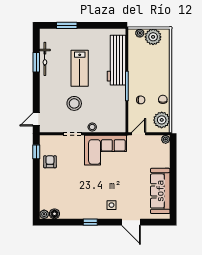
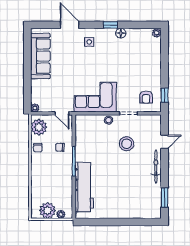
window: (67, 25) -> (134, 222), removed
bicycle: (45, 59) -> (156, 166), moved
window: (36, 62) -> (165, 198), moved
lab bench: (80, 68) -> (121, 179), removed
door: (36, 119) -> (165, 142), moved
door: (139, 134) -> (62, 113), hinge flipped
armchair: (50, 162) -> (146, 97), moved
floor lamp: (54, 214) -> (121, 33), moved

